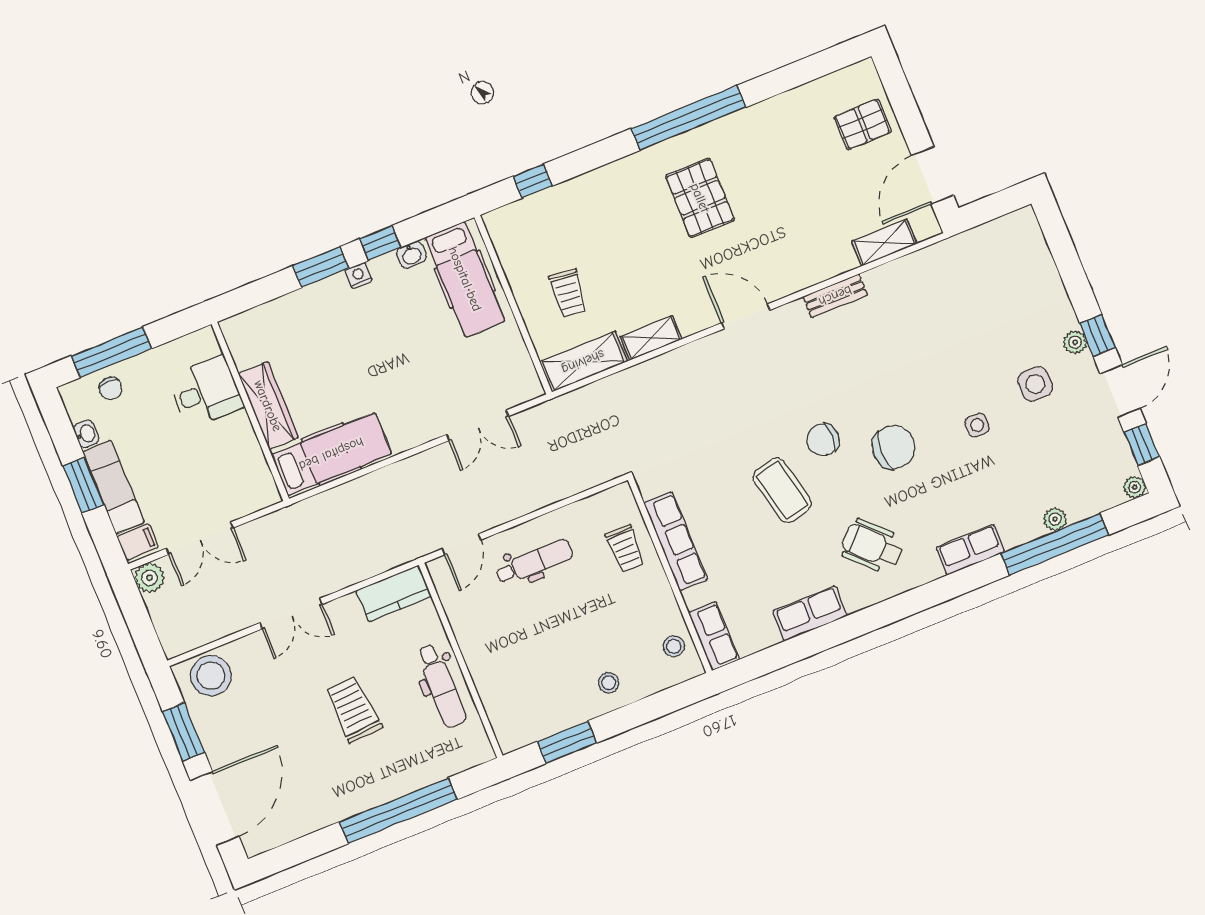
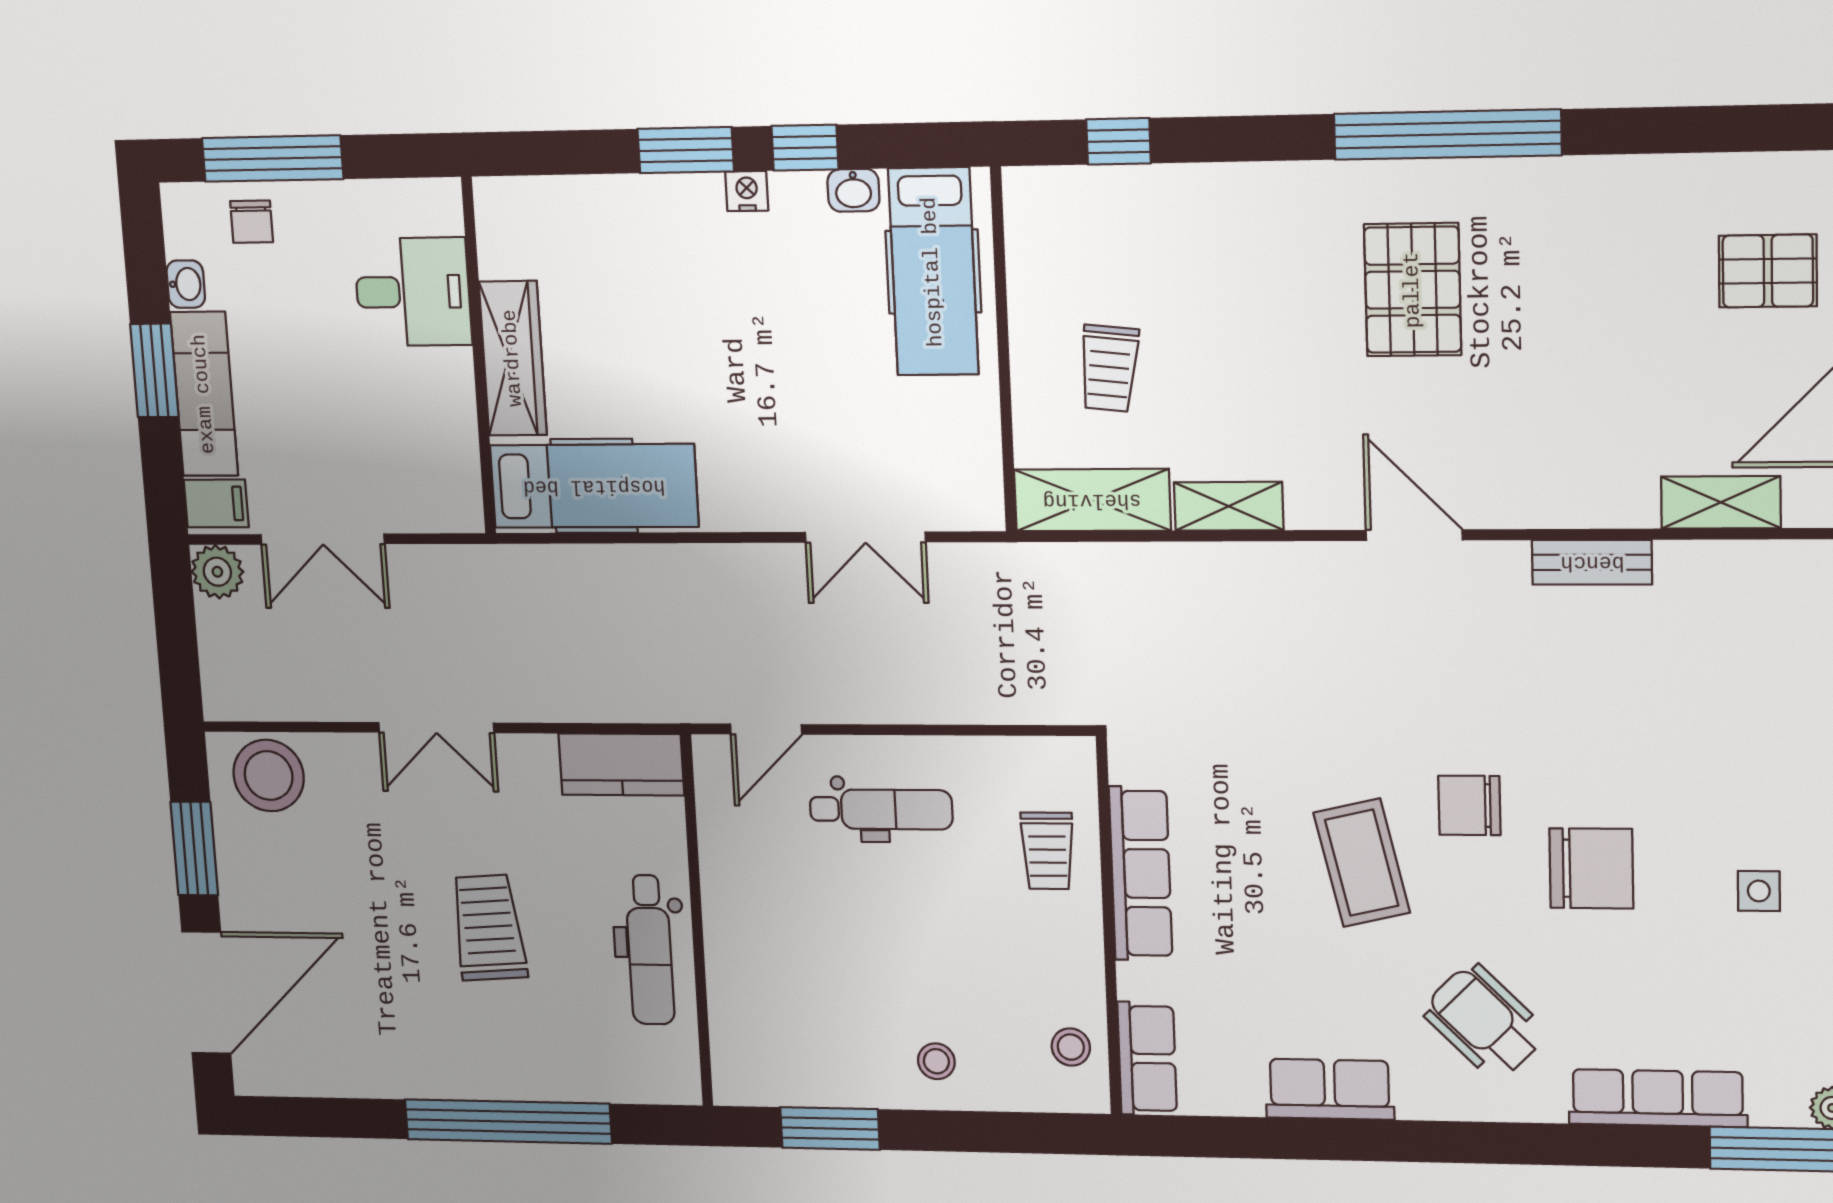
row of seats: (970, 550) -> (1658, 1098), width x1.48

